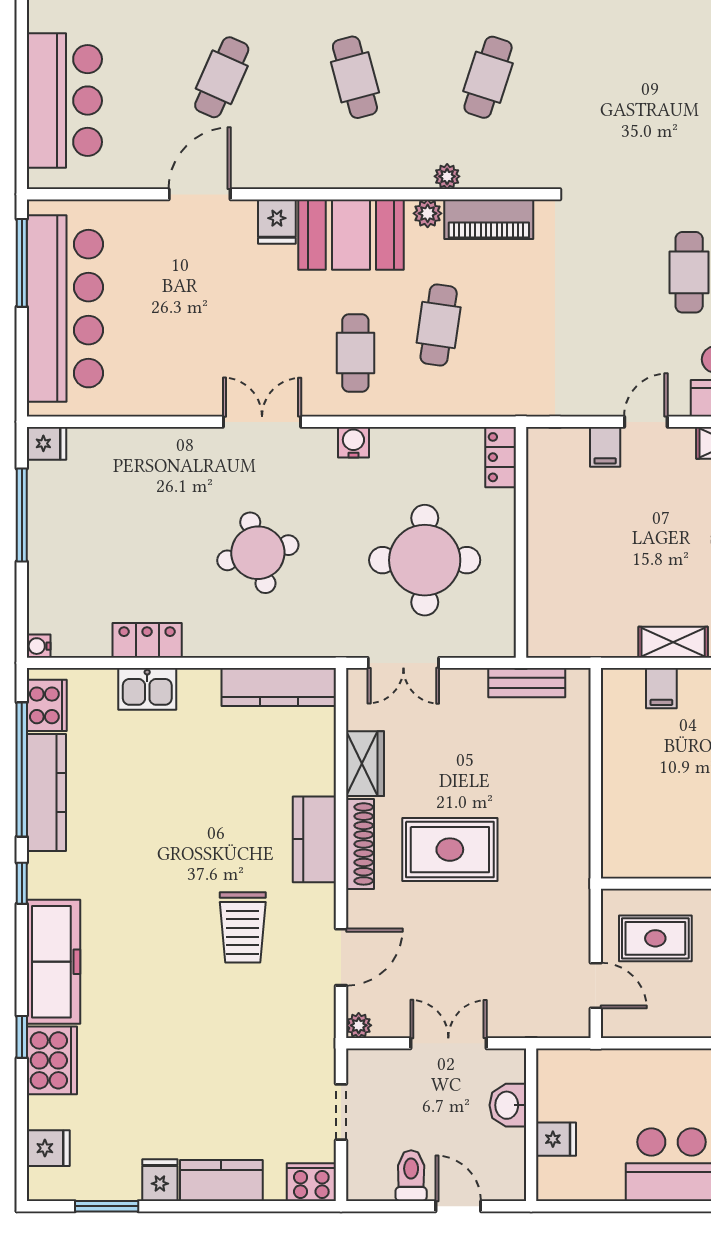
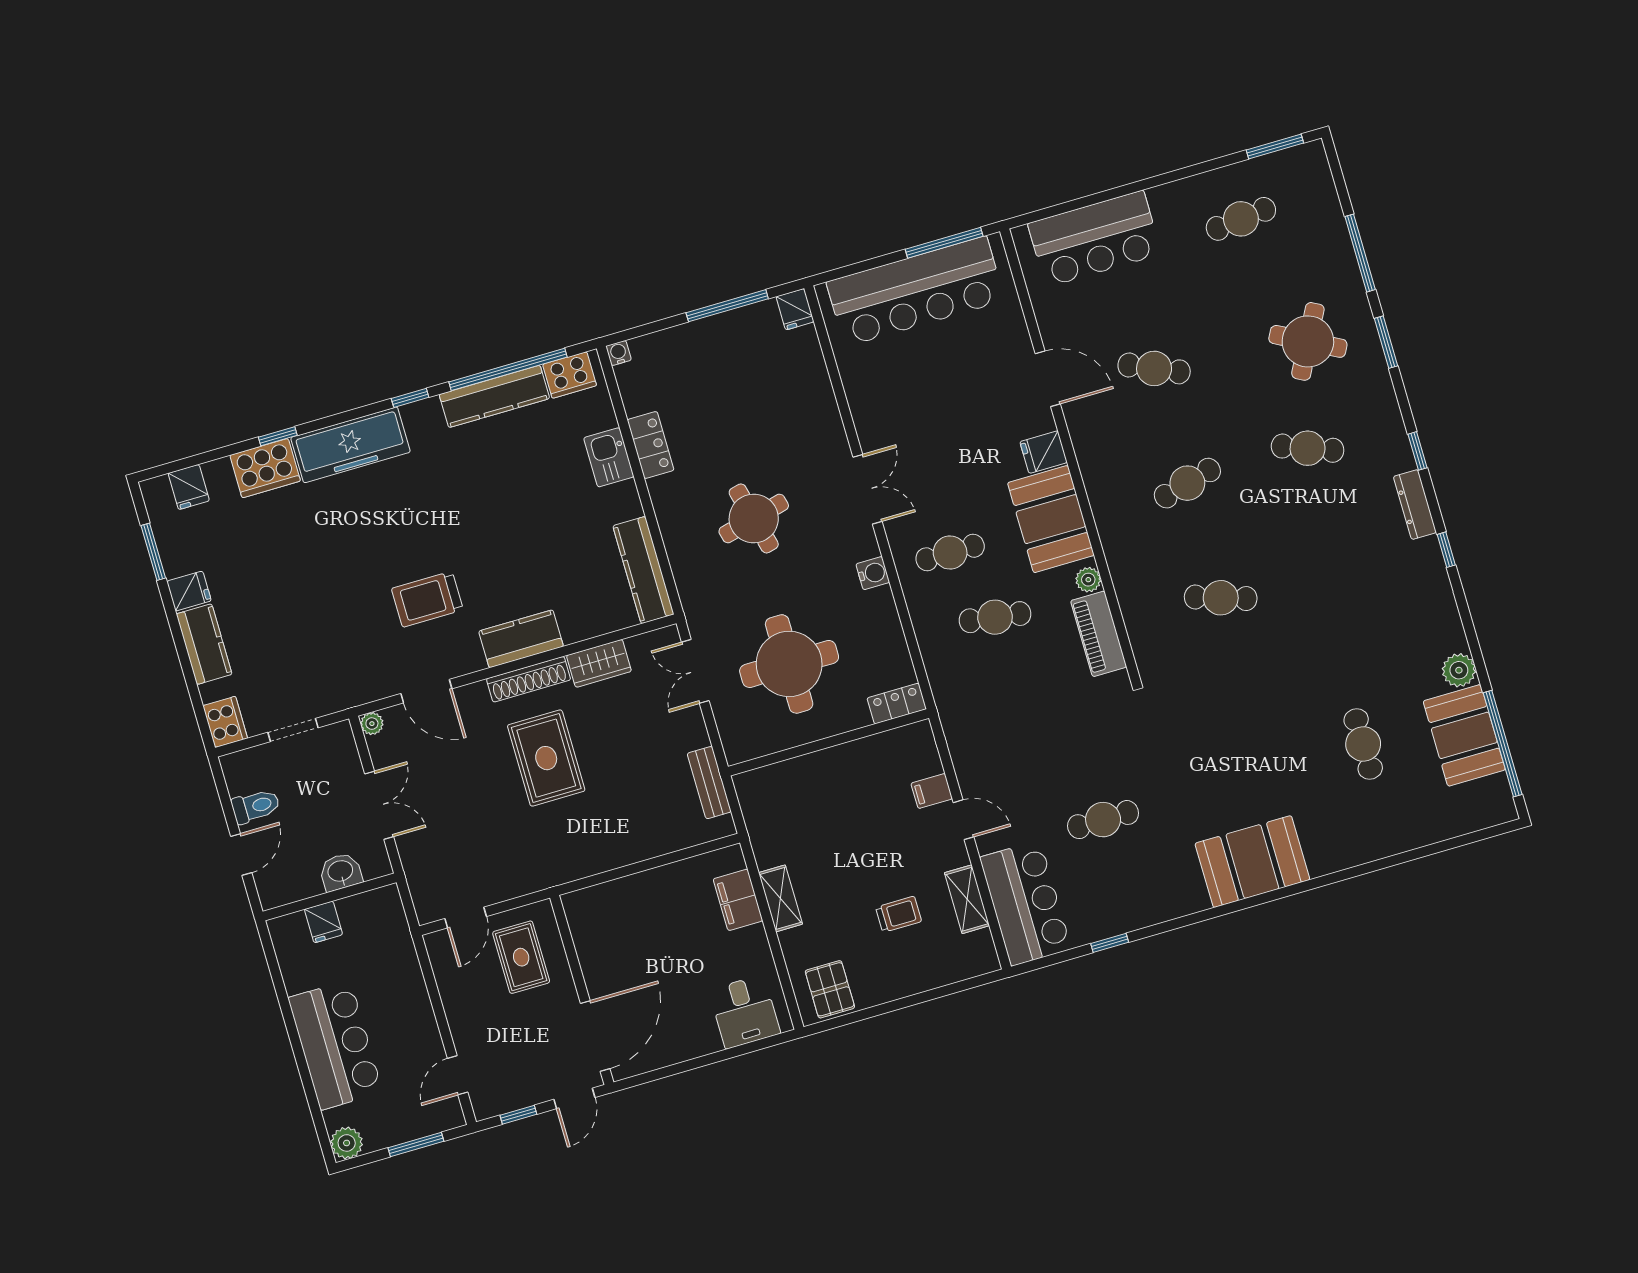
plant: (447, 176) -> (1125, 587), removed
filing cabinet: (661, 688) -> (738, 900), width x2.00

